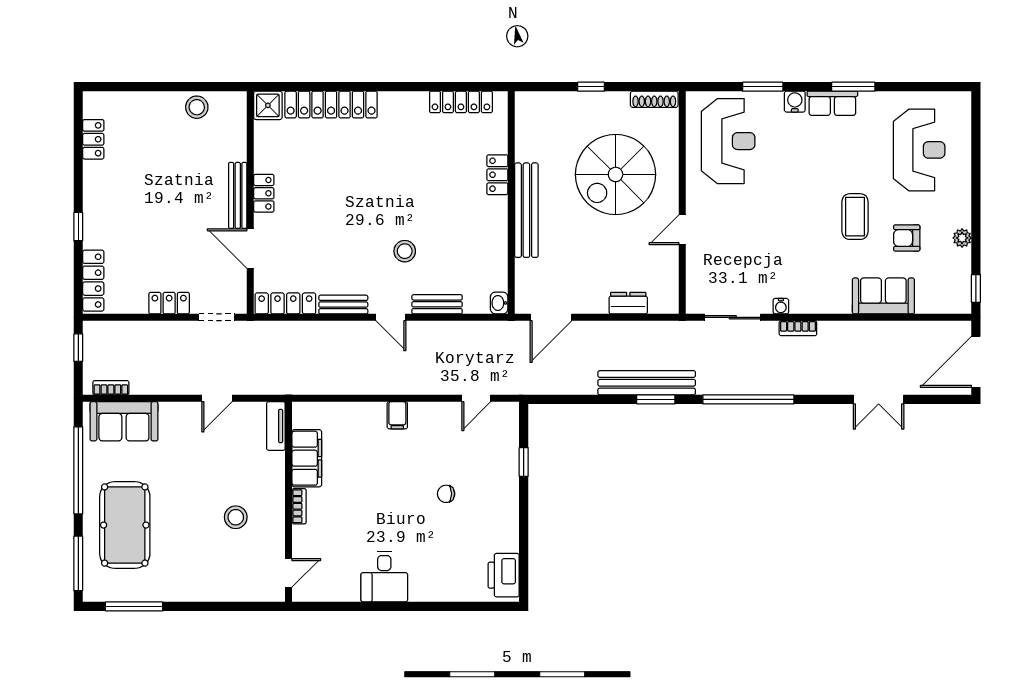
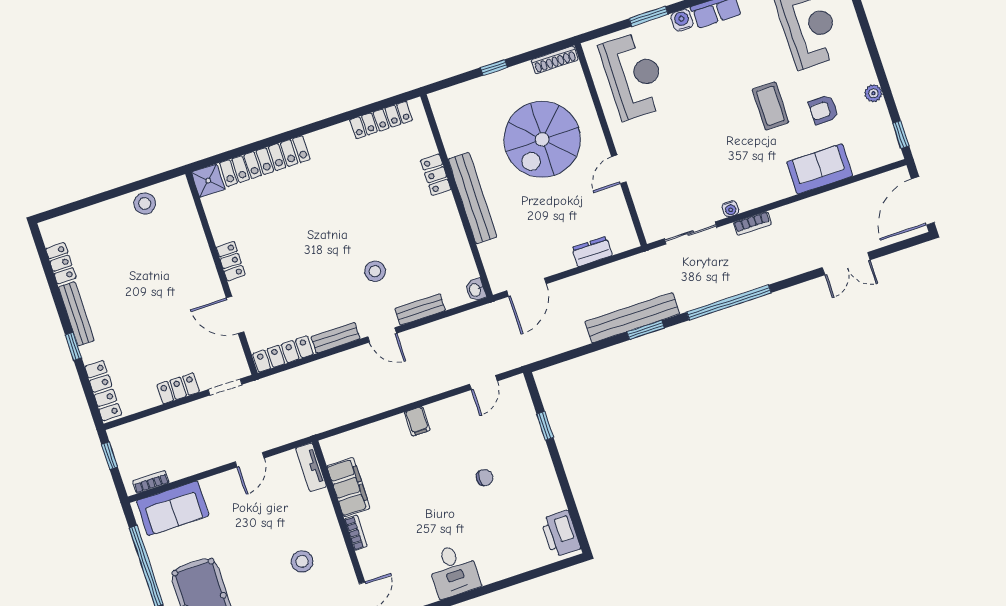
bench: (238, 195) -> (76, 314), moved
chair: (446, 494) -> (485, 478), turned 180

